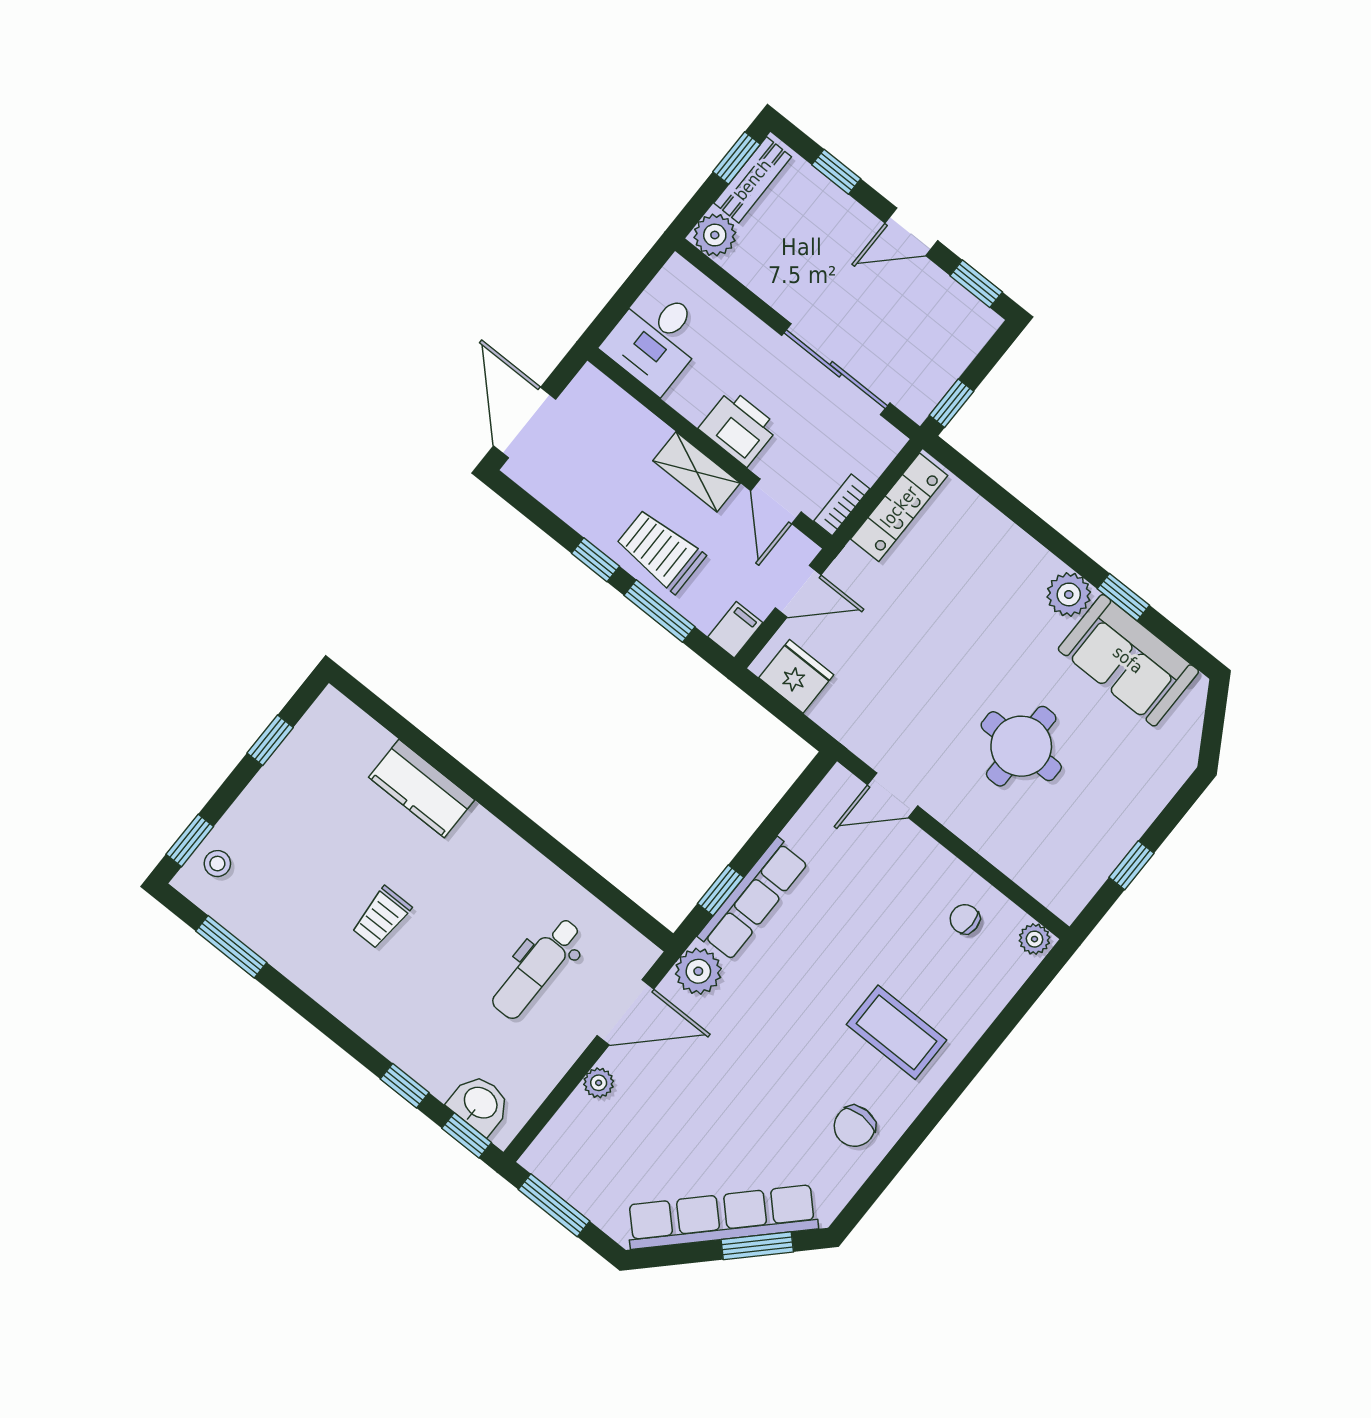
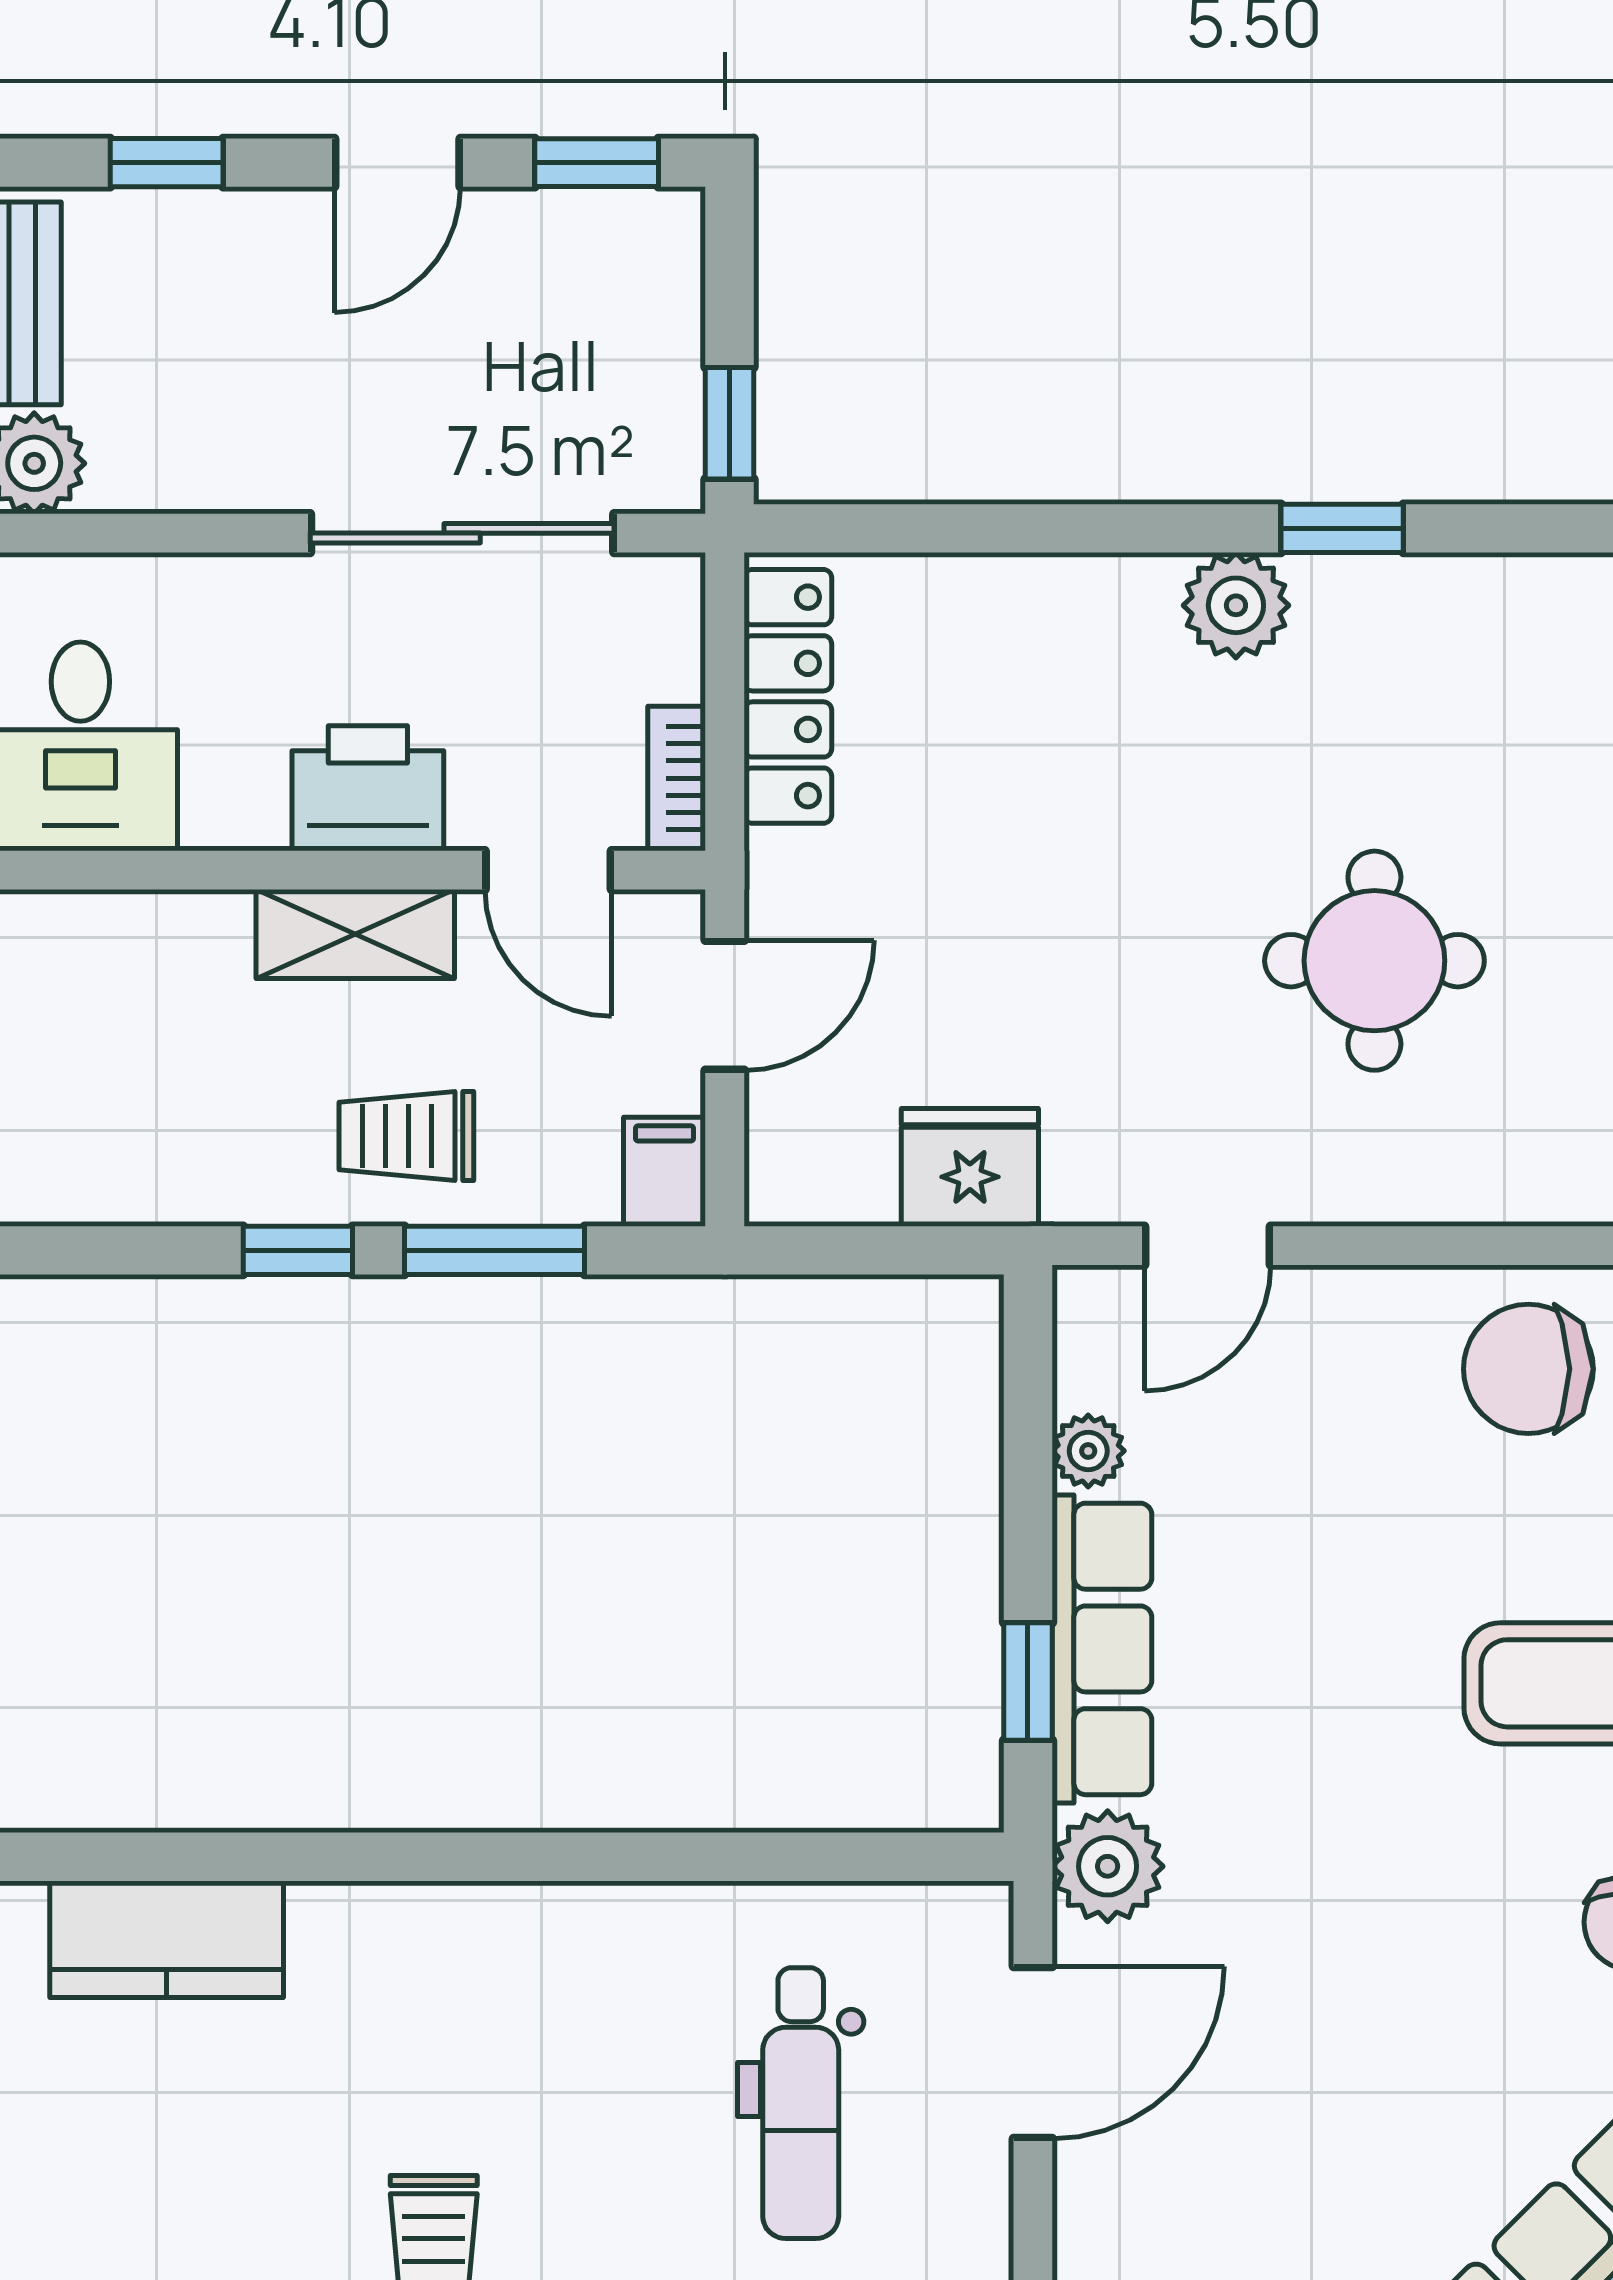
trolley: (661, 551) -> (406, 1136), width x0.73, depth x0.72
sofa: (1128, 660) -> (1446, 639), removed
fridge: (796, 676) -> (970, 1167), moved
kitchen counter: (422, 789) -> (167, 1939), moved
chair: (965, 919) -> (1528, 1369), width x1.87, depth x1.87
plant: (599, 1083) -> (1088, 1451), moved

